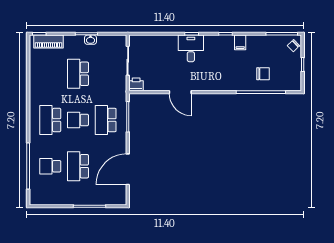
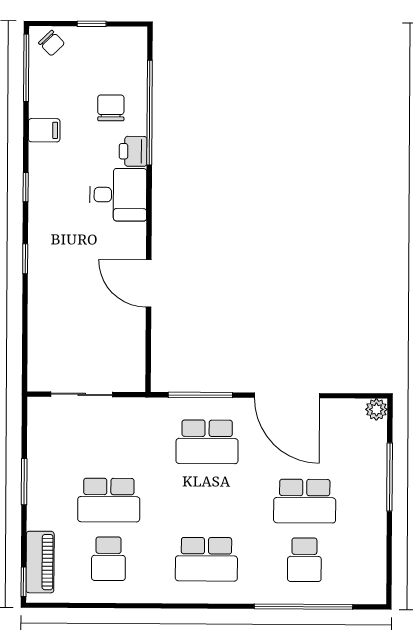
washbasin: (91, 40) -> (37, 473), removed
filing cabinet: (240, 42) -> (44, 130), moved
desk: (191, 48) -> (118, 195), moved, turned 180
printer: (136, 84) -> (133, 151), moved
door: (180, 92) -> (149, 283), swing flipped
school desk: (78, 120) -> (108, 559), moved
door: (128, 169) -> (287, 395), moved
plant: (121, 200) -> (376, 409), added

